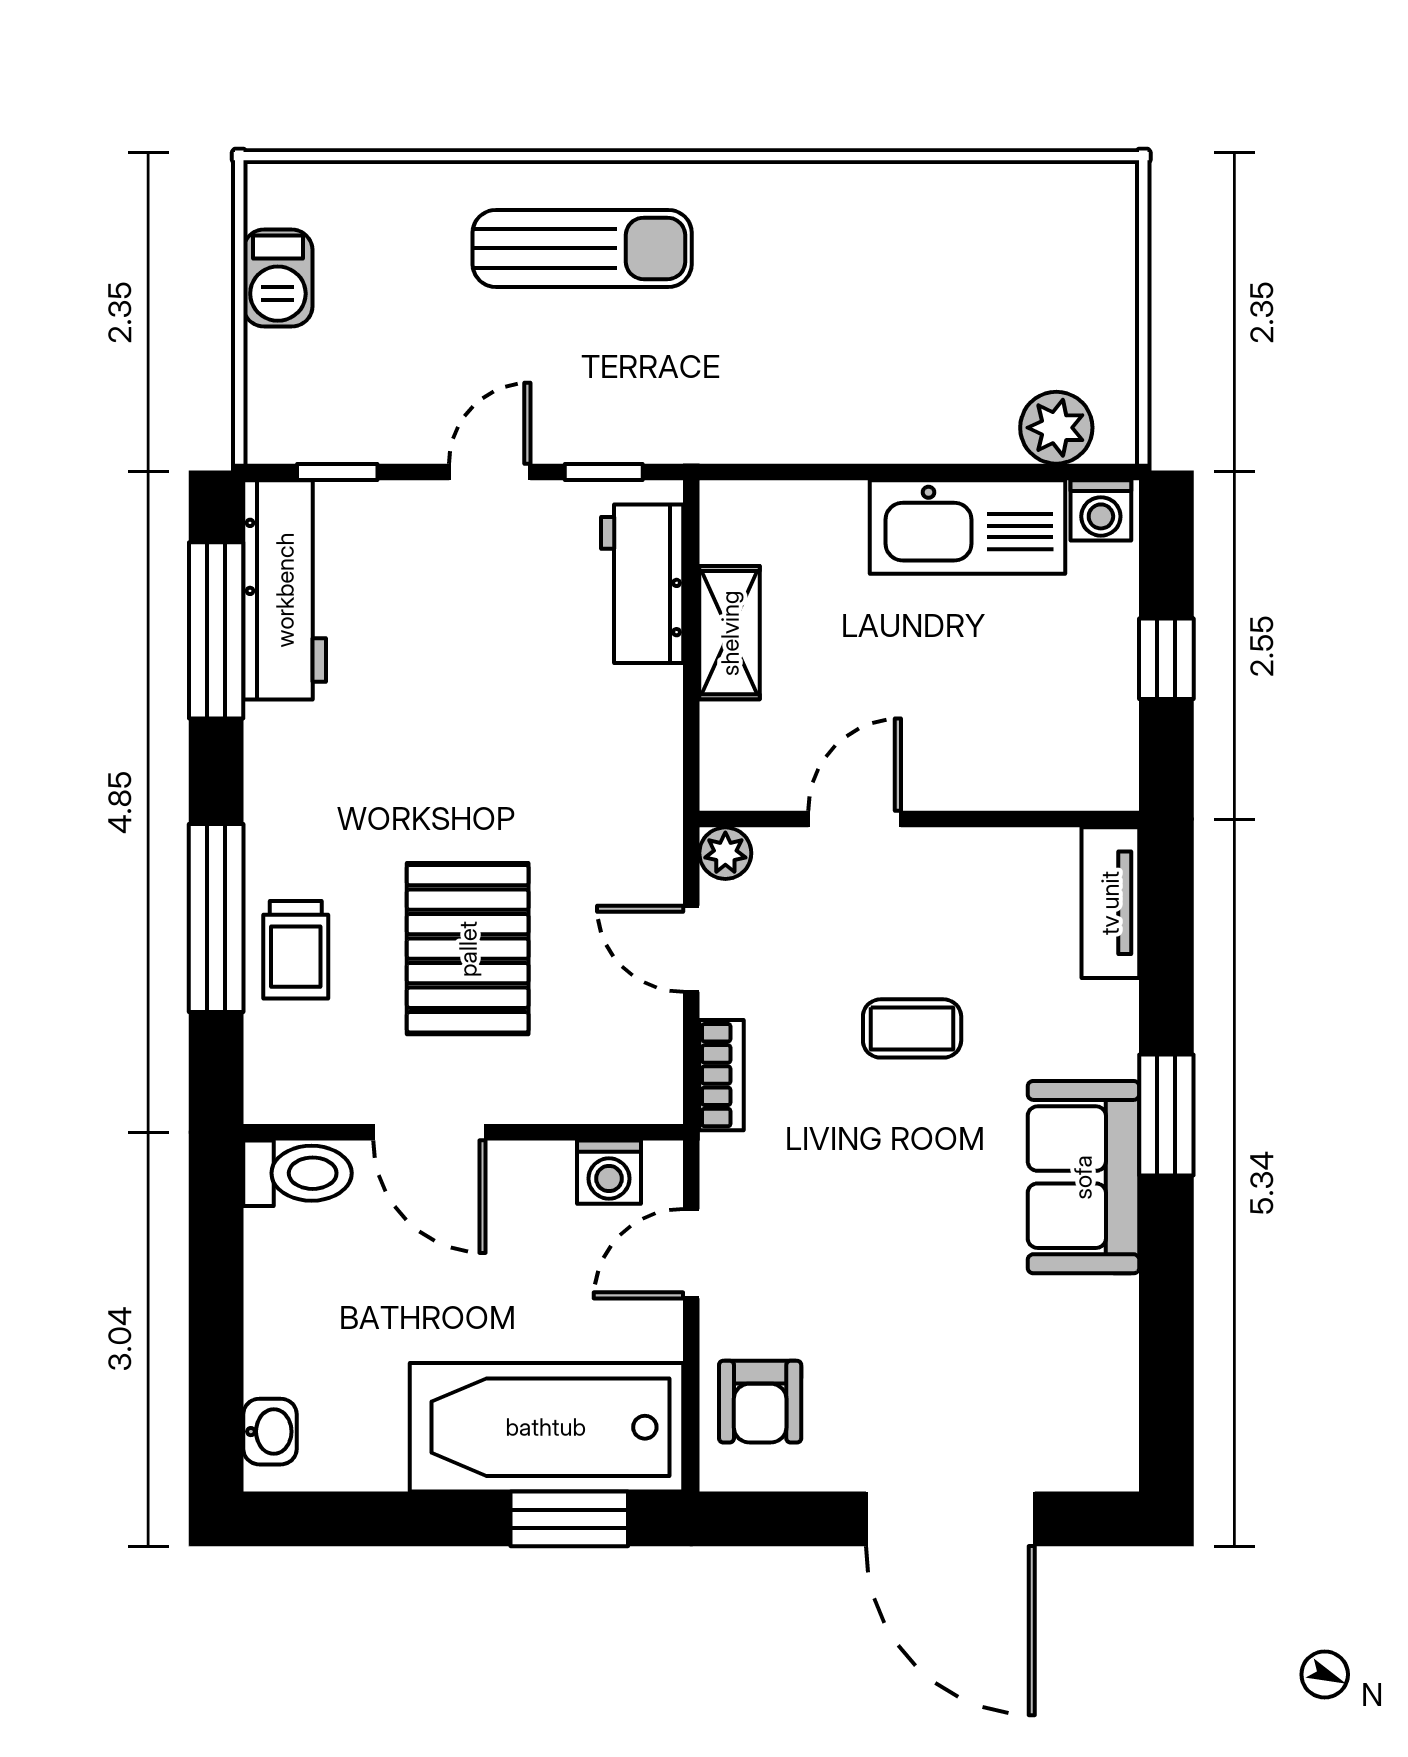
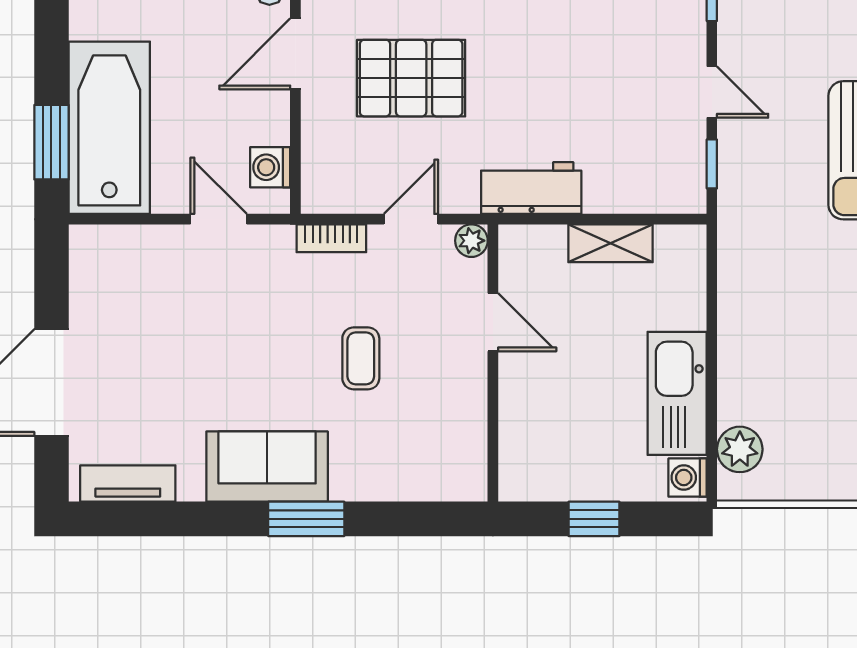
workbench: (642, 584) -> (531, 188), moved
tv unit: (1110, 903) -> (128, 483), moved
armchair: (760, 1402) -> (125, 263), removed

